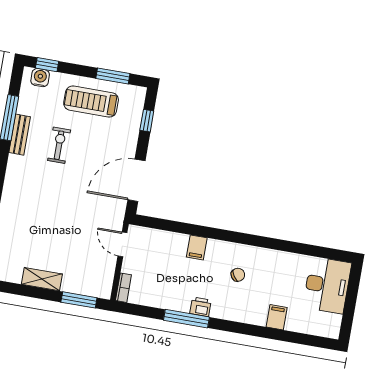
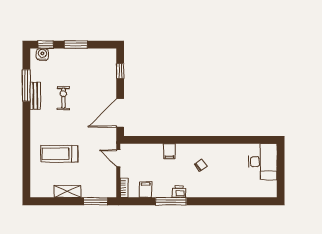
window: (113, 76) -> (76, 45), moved
treadmill: (91, 102) -> (59, 154), moved
filing cabinet: (277, 317) -> (146, 190), moved

